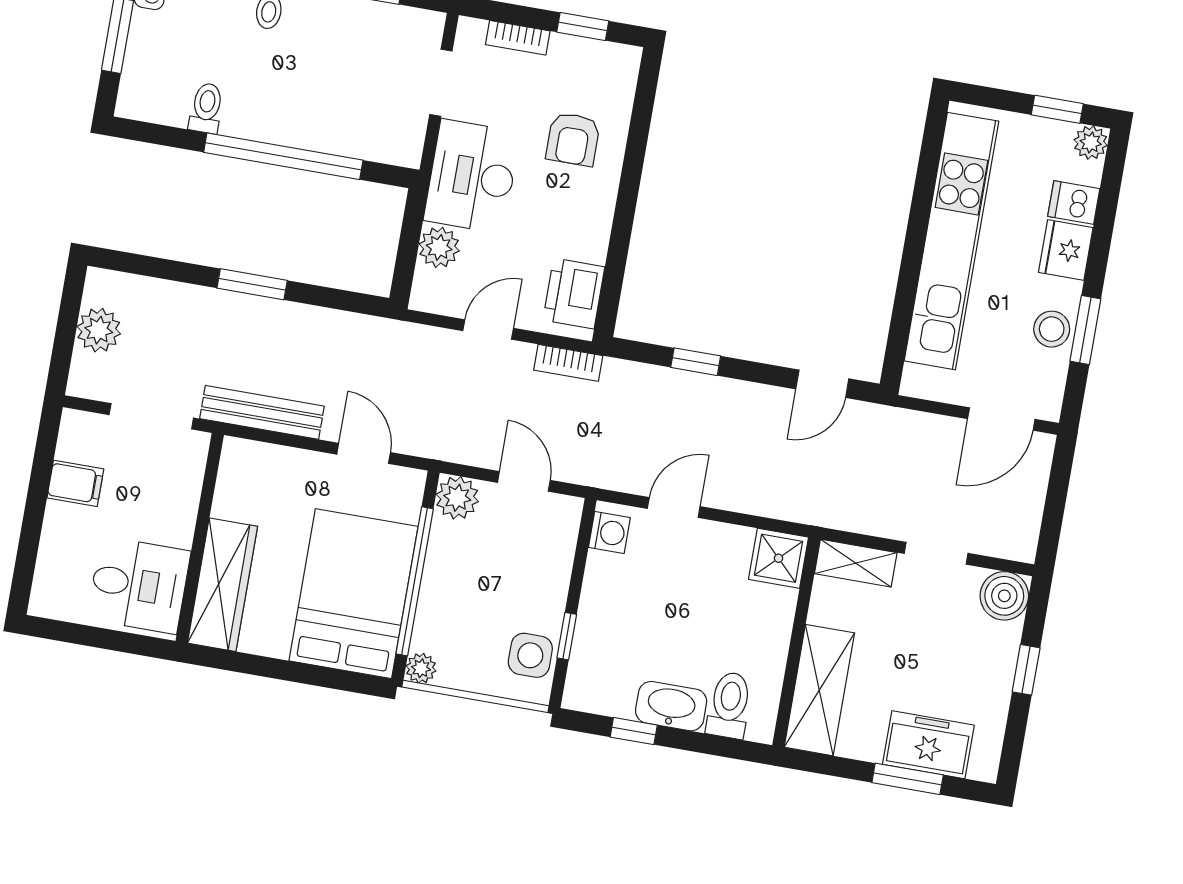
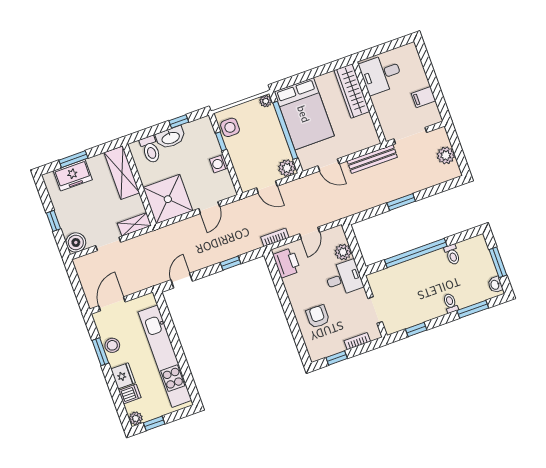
desk: (472, 176) -> (344, 278), width x0.73
washing machine: (609, 533) -> (219, 164), moved
shower: (779, 558) -> (168, 199), width x1.86, depth x1.86

